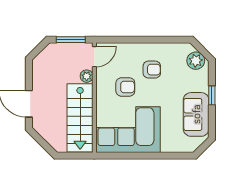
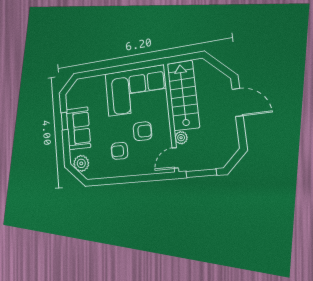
armchair: (125, 87) -> (142, 131), turned 180
window: (212, 95) -> (64, 121), moved
sofa: (196, 114) -> (78, 128), moved

